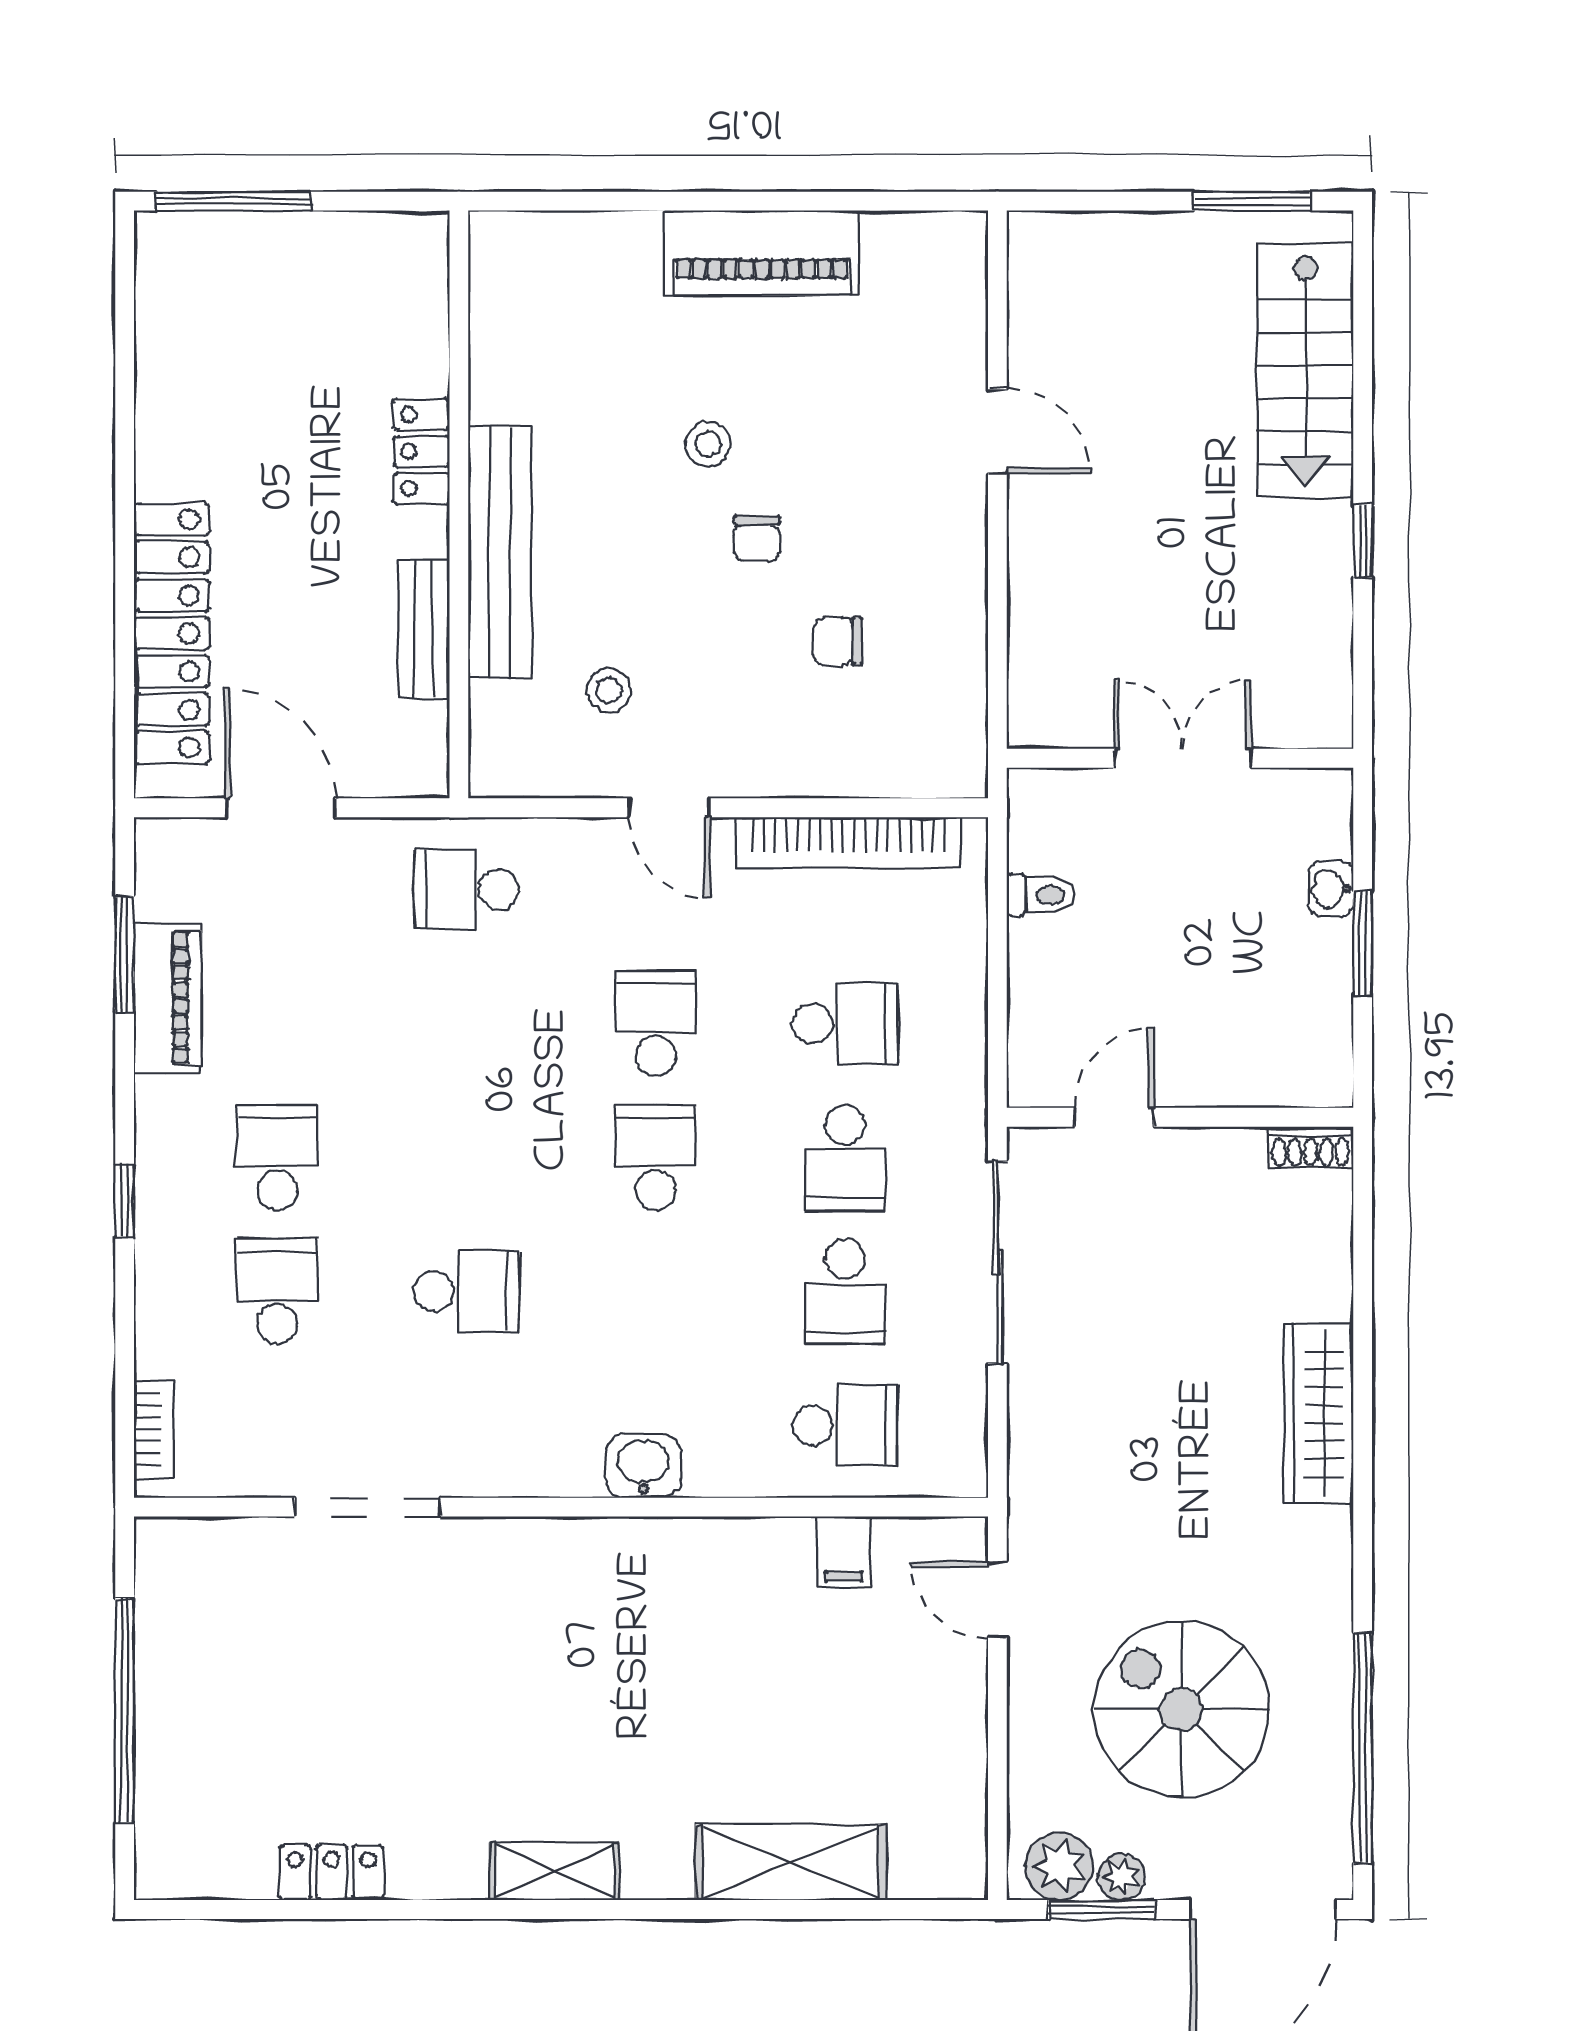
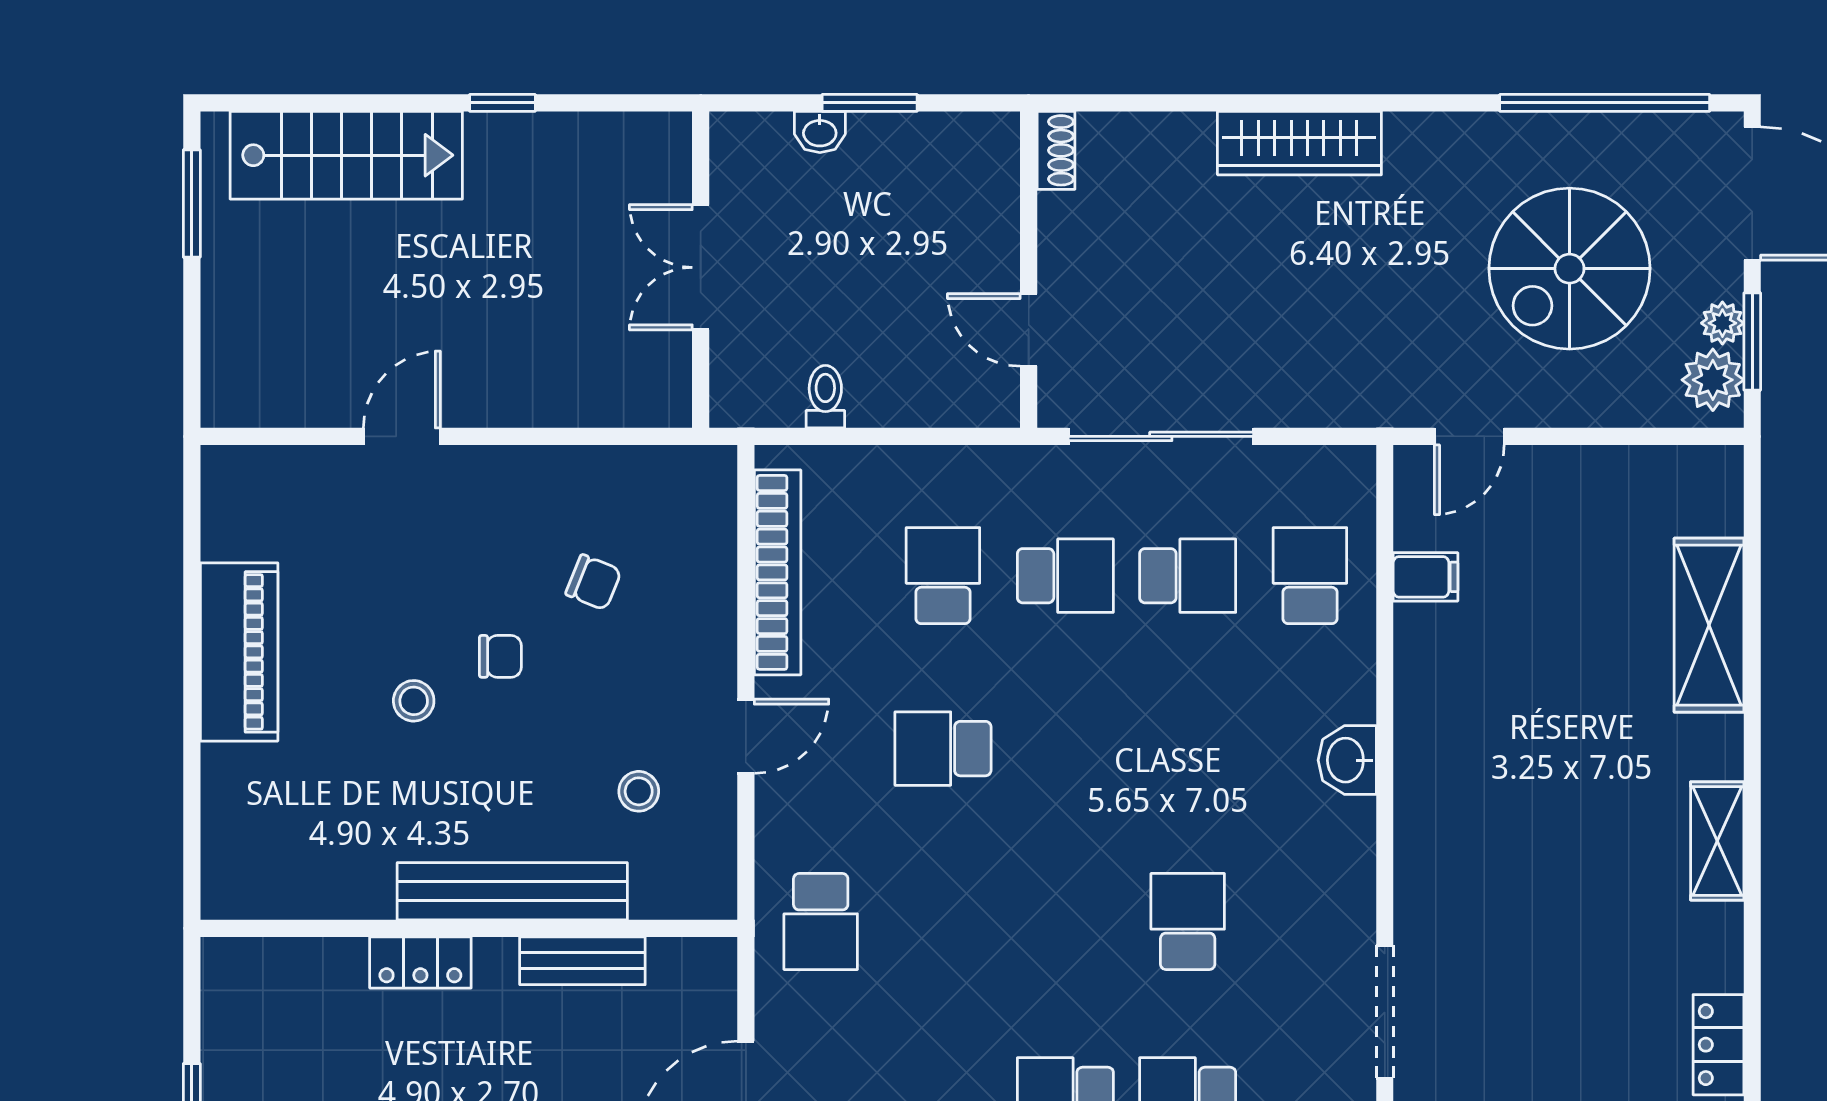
chair: (838, 641) -> (593, 582), turned -68
school desk: (656, 1157) -> (1065, 749), removed

